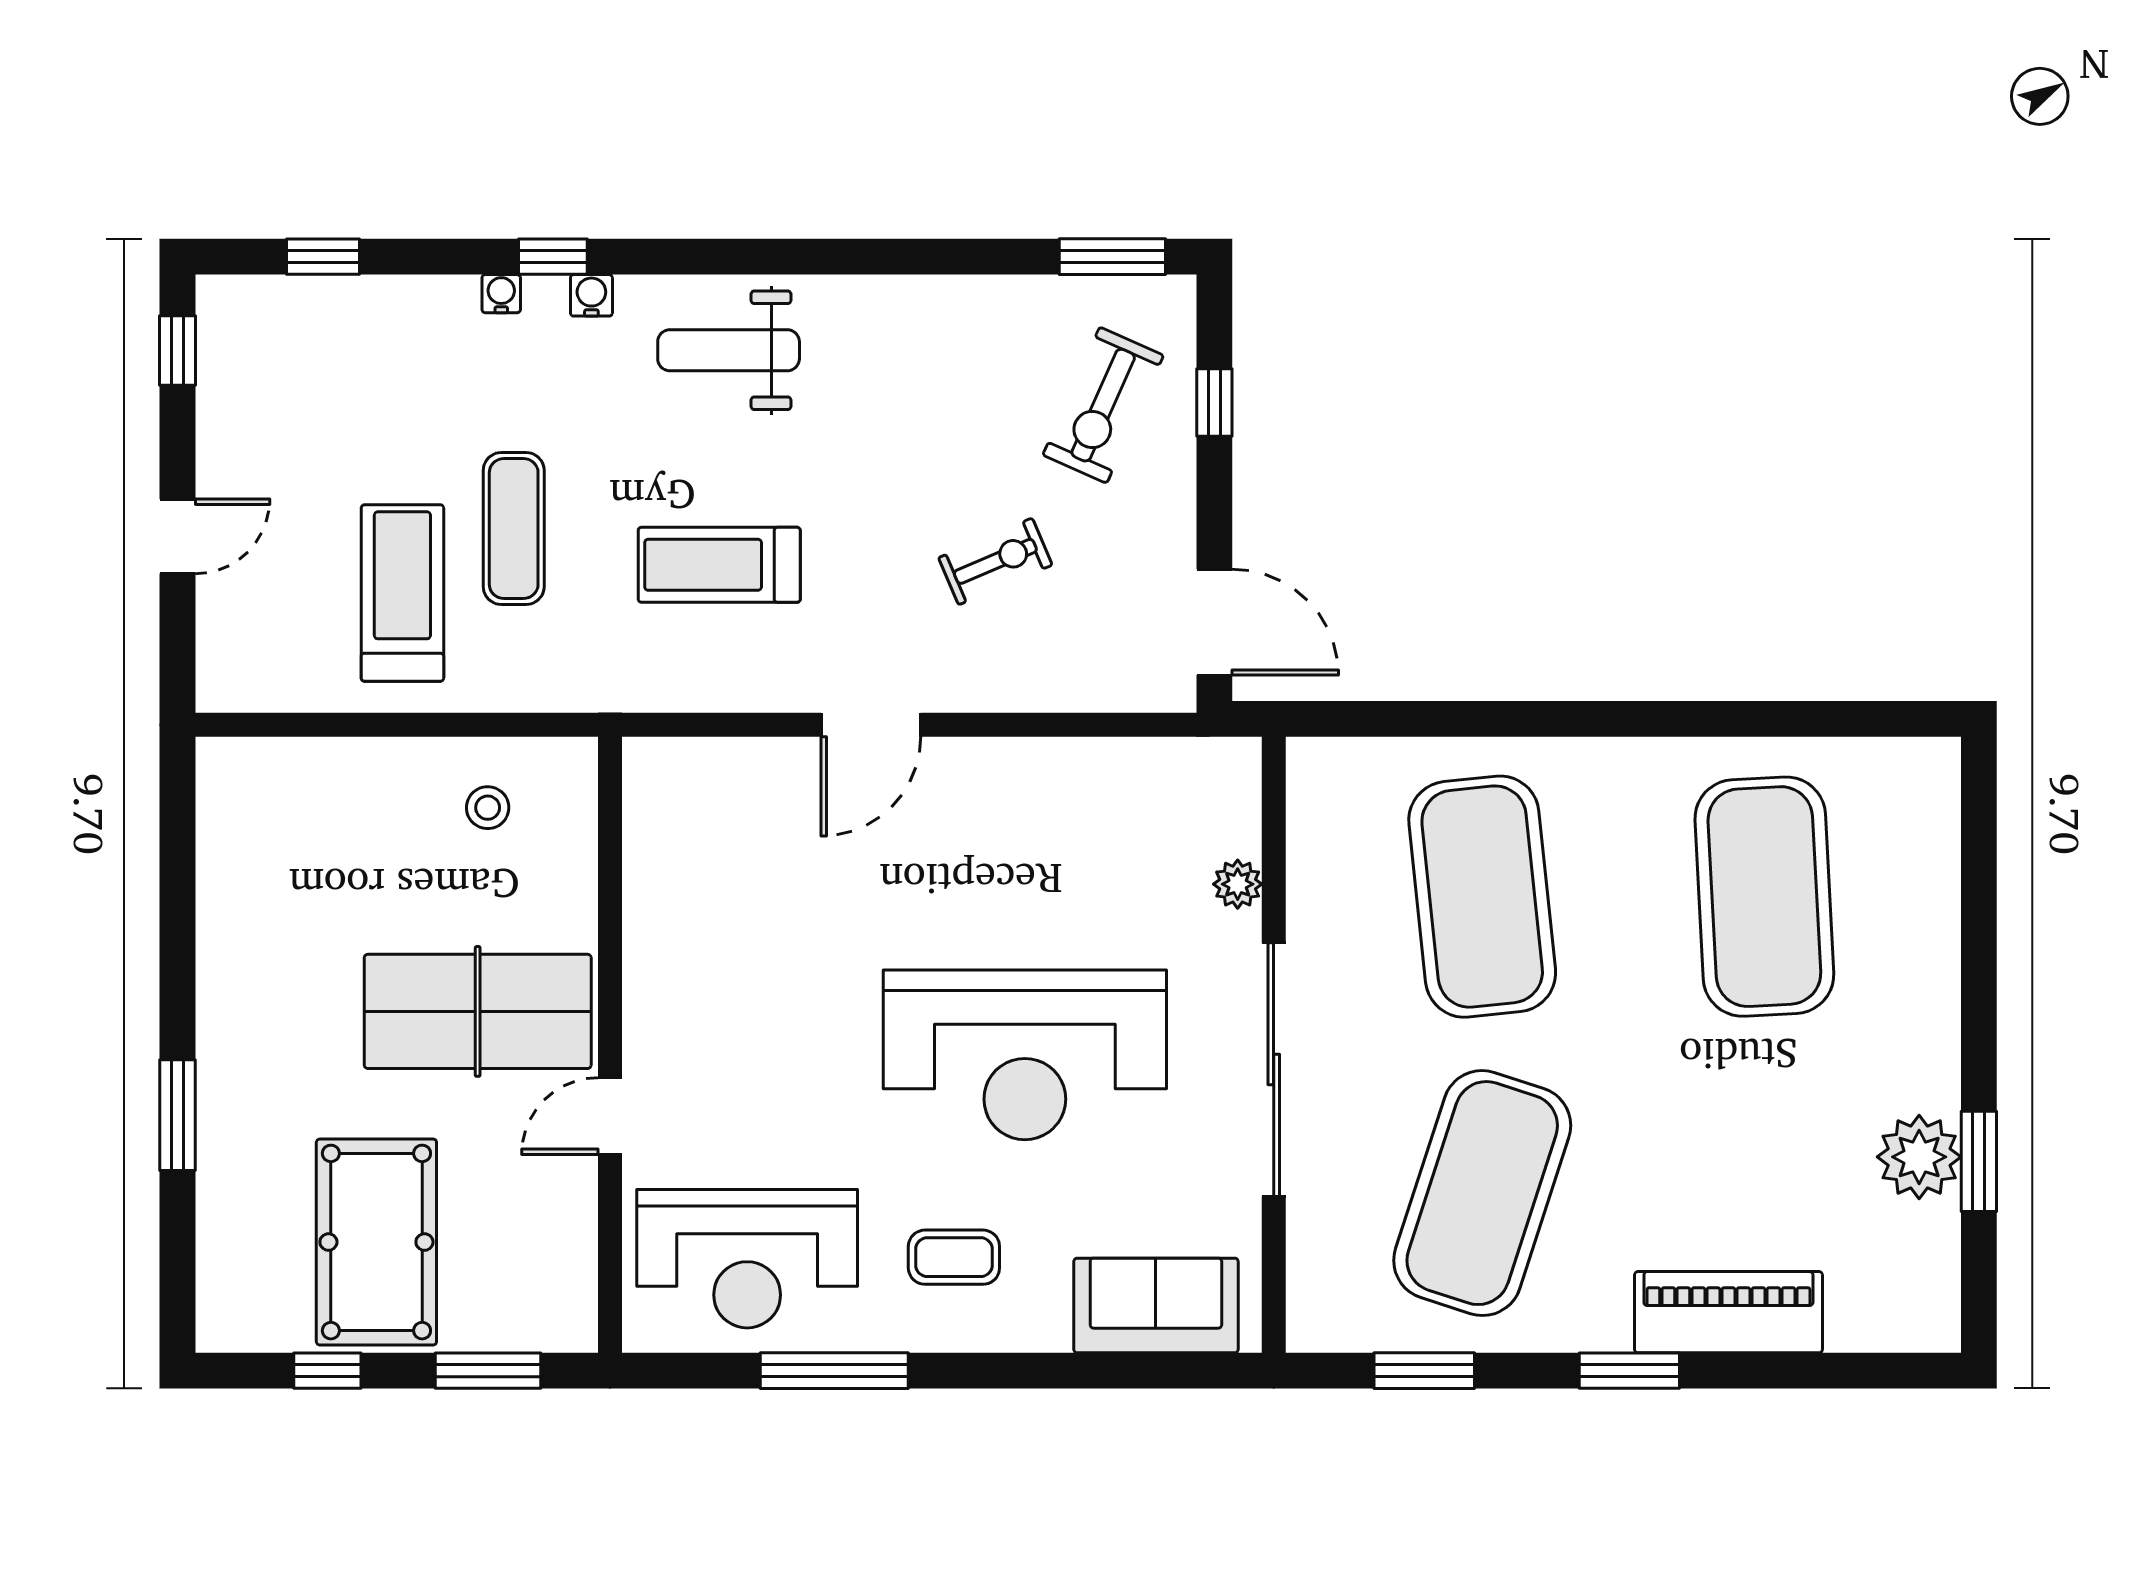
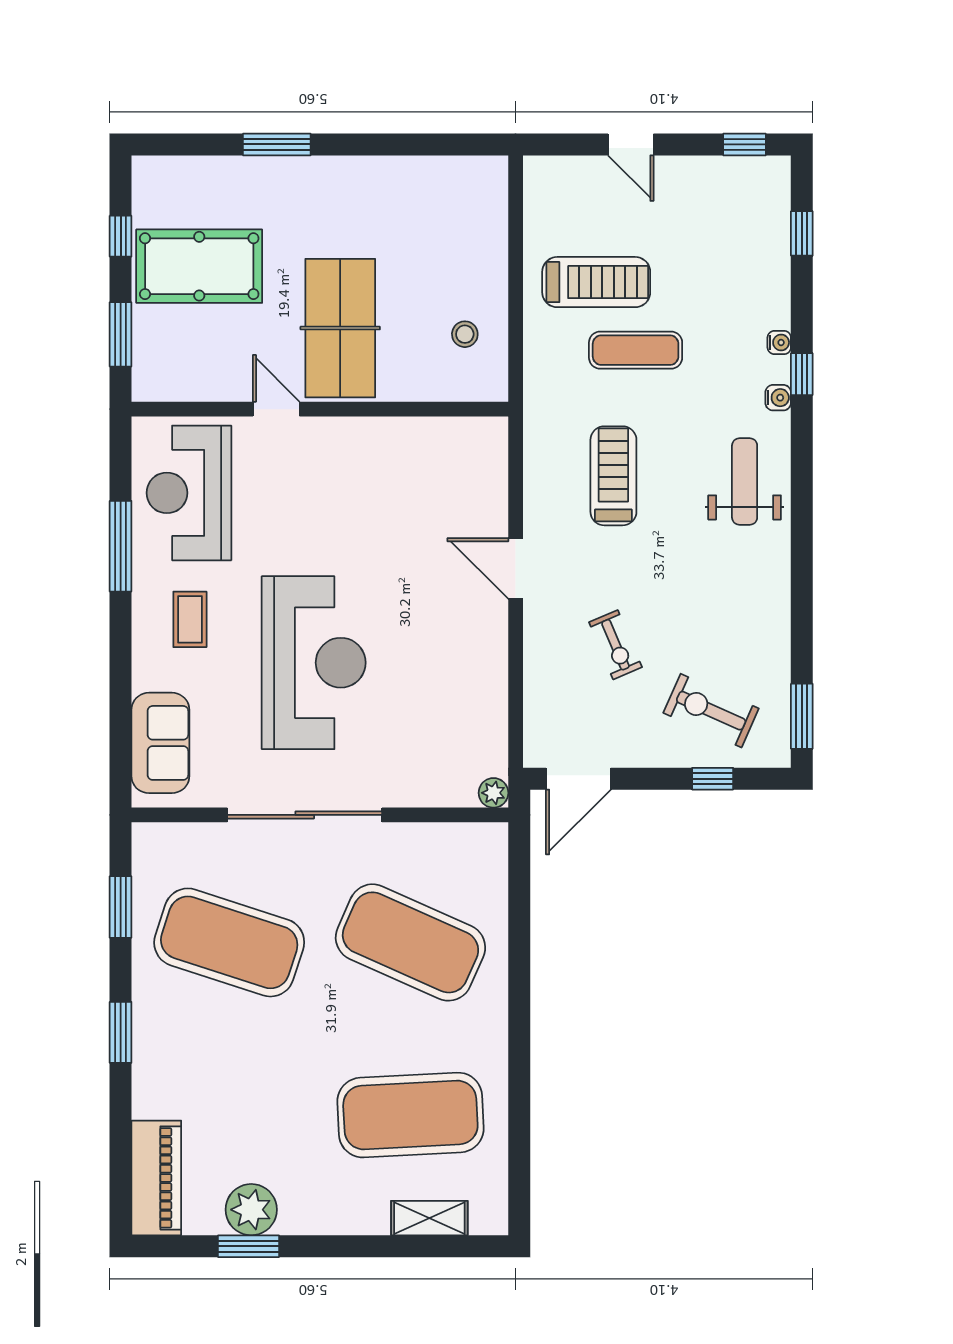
shelving: (1933, 866) -> (429, 1218), added
plant: (1238, 884) -> (493, 793), moved
exercise mat: (1482, 897) -> (410, 942), turned 30
reception desk: (1025, 1055) -> (314, 663), turned 180
piano: (1728, 1312) -> (156, 1178), moved

